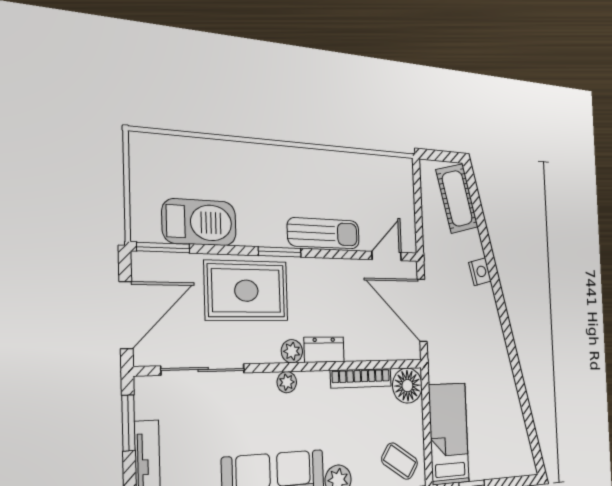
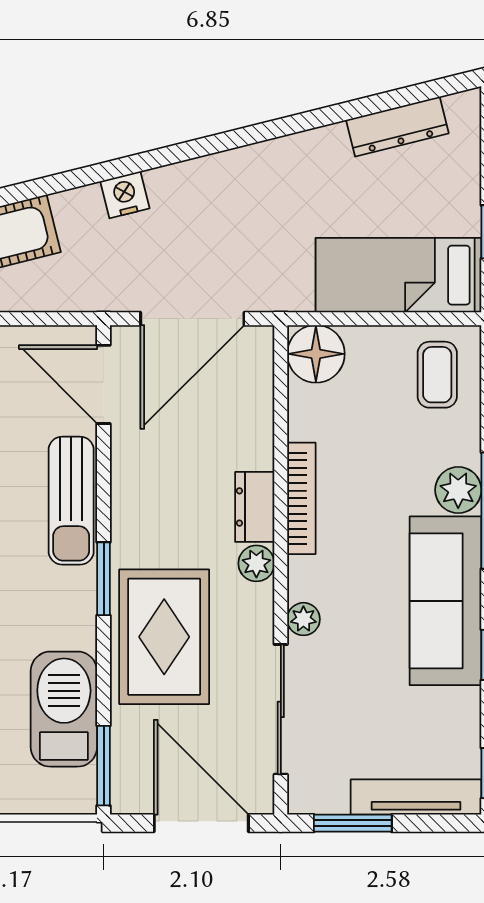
sun lounger: (324, 233) -> (71, 501), turned 180
door: (387, 256) -> (104, 384), width x1.38
bookcase: (361, 378) -> (301, 498), moved
plant: (287, 382) -> (303, 619), moved
dresser: (518, 428) -> (397, 127), added
coffee table: (400, 461) -> (437, 375), turned -34

